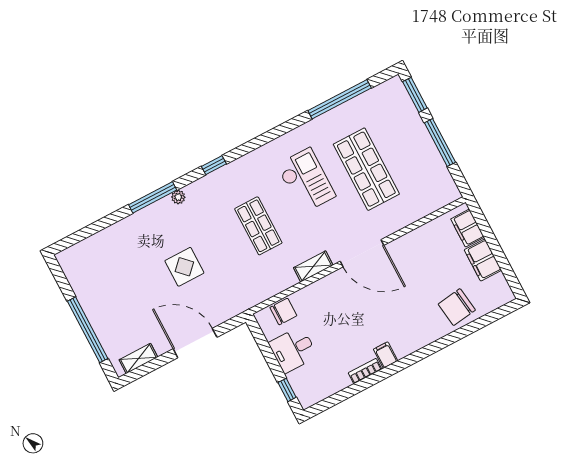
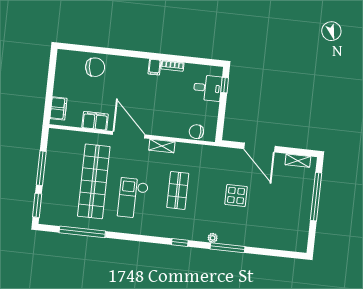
shop shelf: (366, 169) -> (94, 181), width x1.40
filing cabinet: (483, 260) -> (95, 121), moved, turned -90
desk: (293, 350) -> (208, 88), moved

